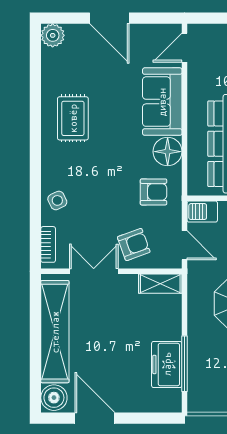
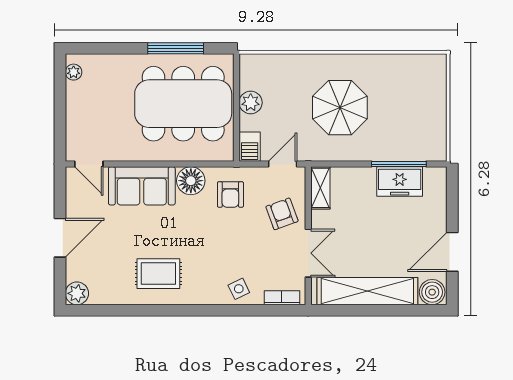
armchair: (153, 192) -> (230, 194), turned 180
double door: (94, 271) -> (308, 253), swing flipped

